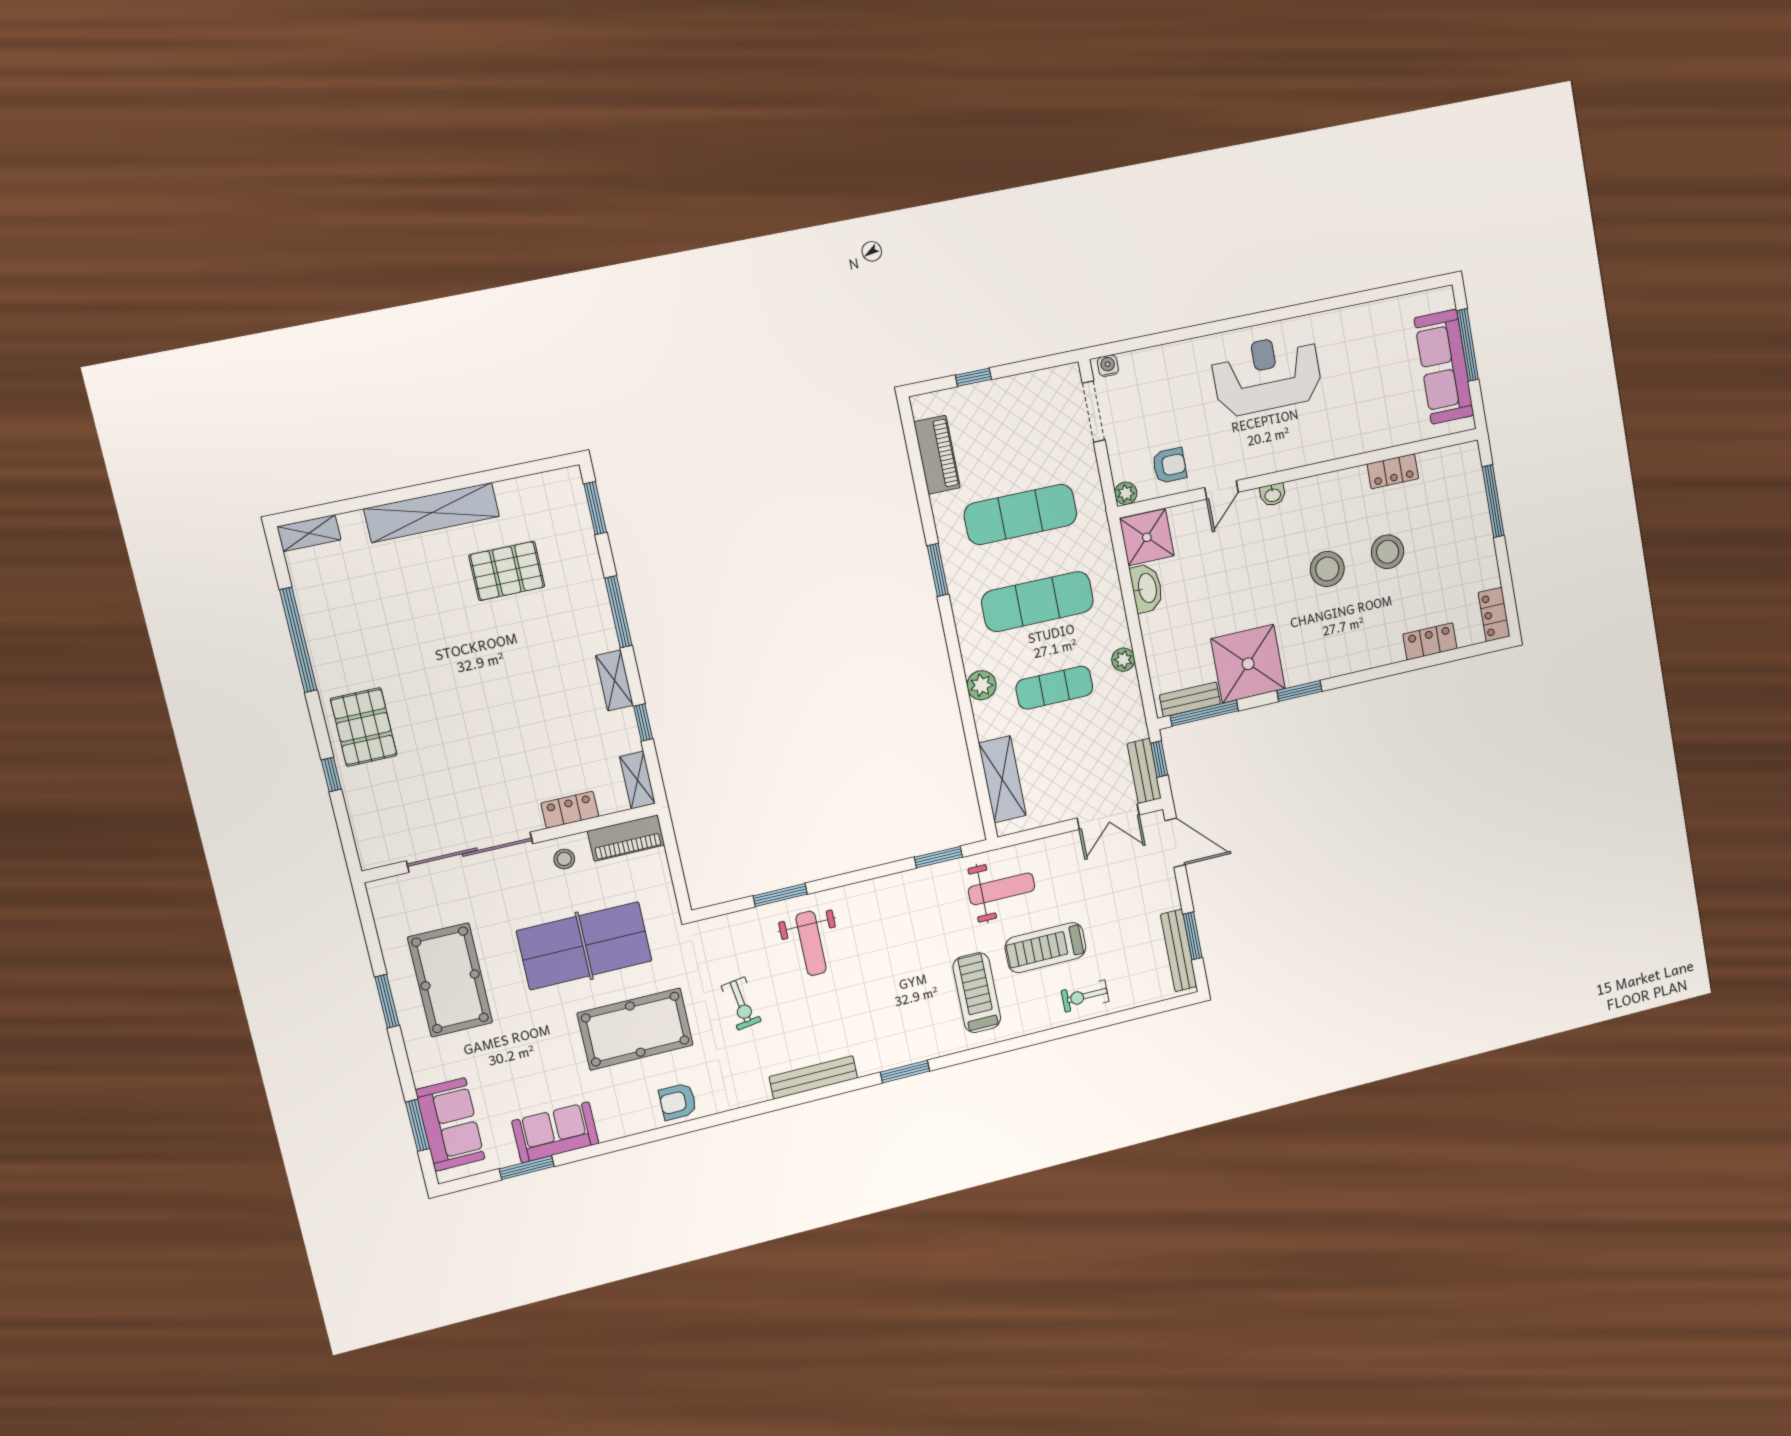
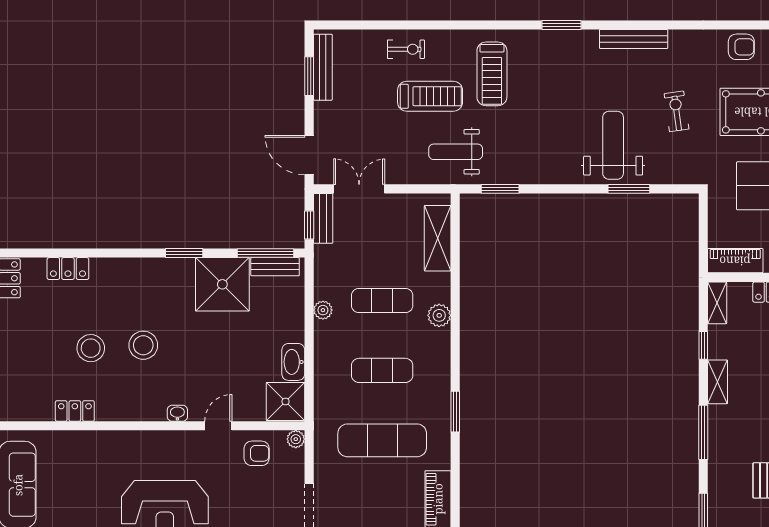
armchair: (1169, 466) -> (257, 453), turned 180
exercise mat: (1038, 602) -> (382, 370), width x0.73, depth x0.69
weight bench: (811, 943) -> (613, 145), width x1.36, depth x1.33

